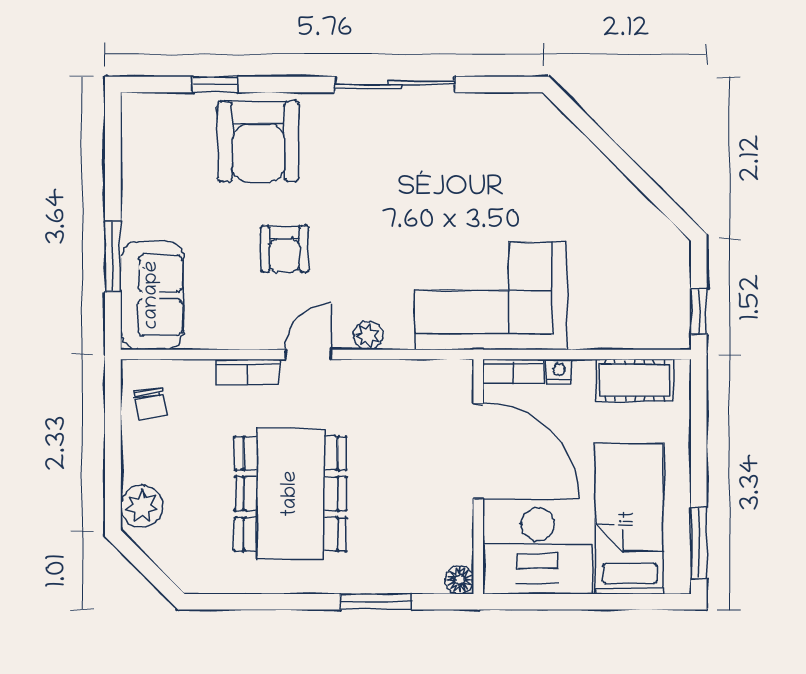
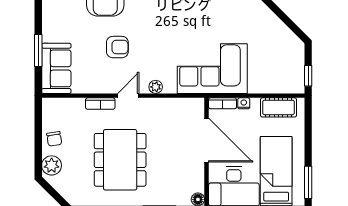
armchair: (285, 249) -> (117, 47), turned -90
chair: (150, 404) -> (54, 139), moved

